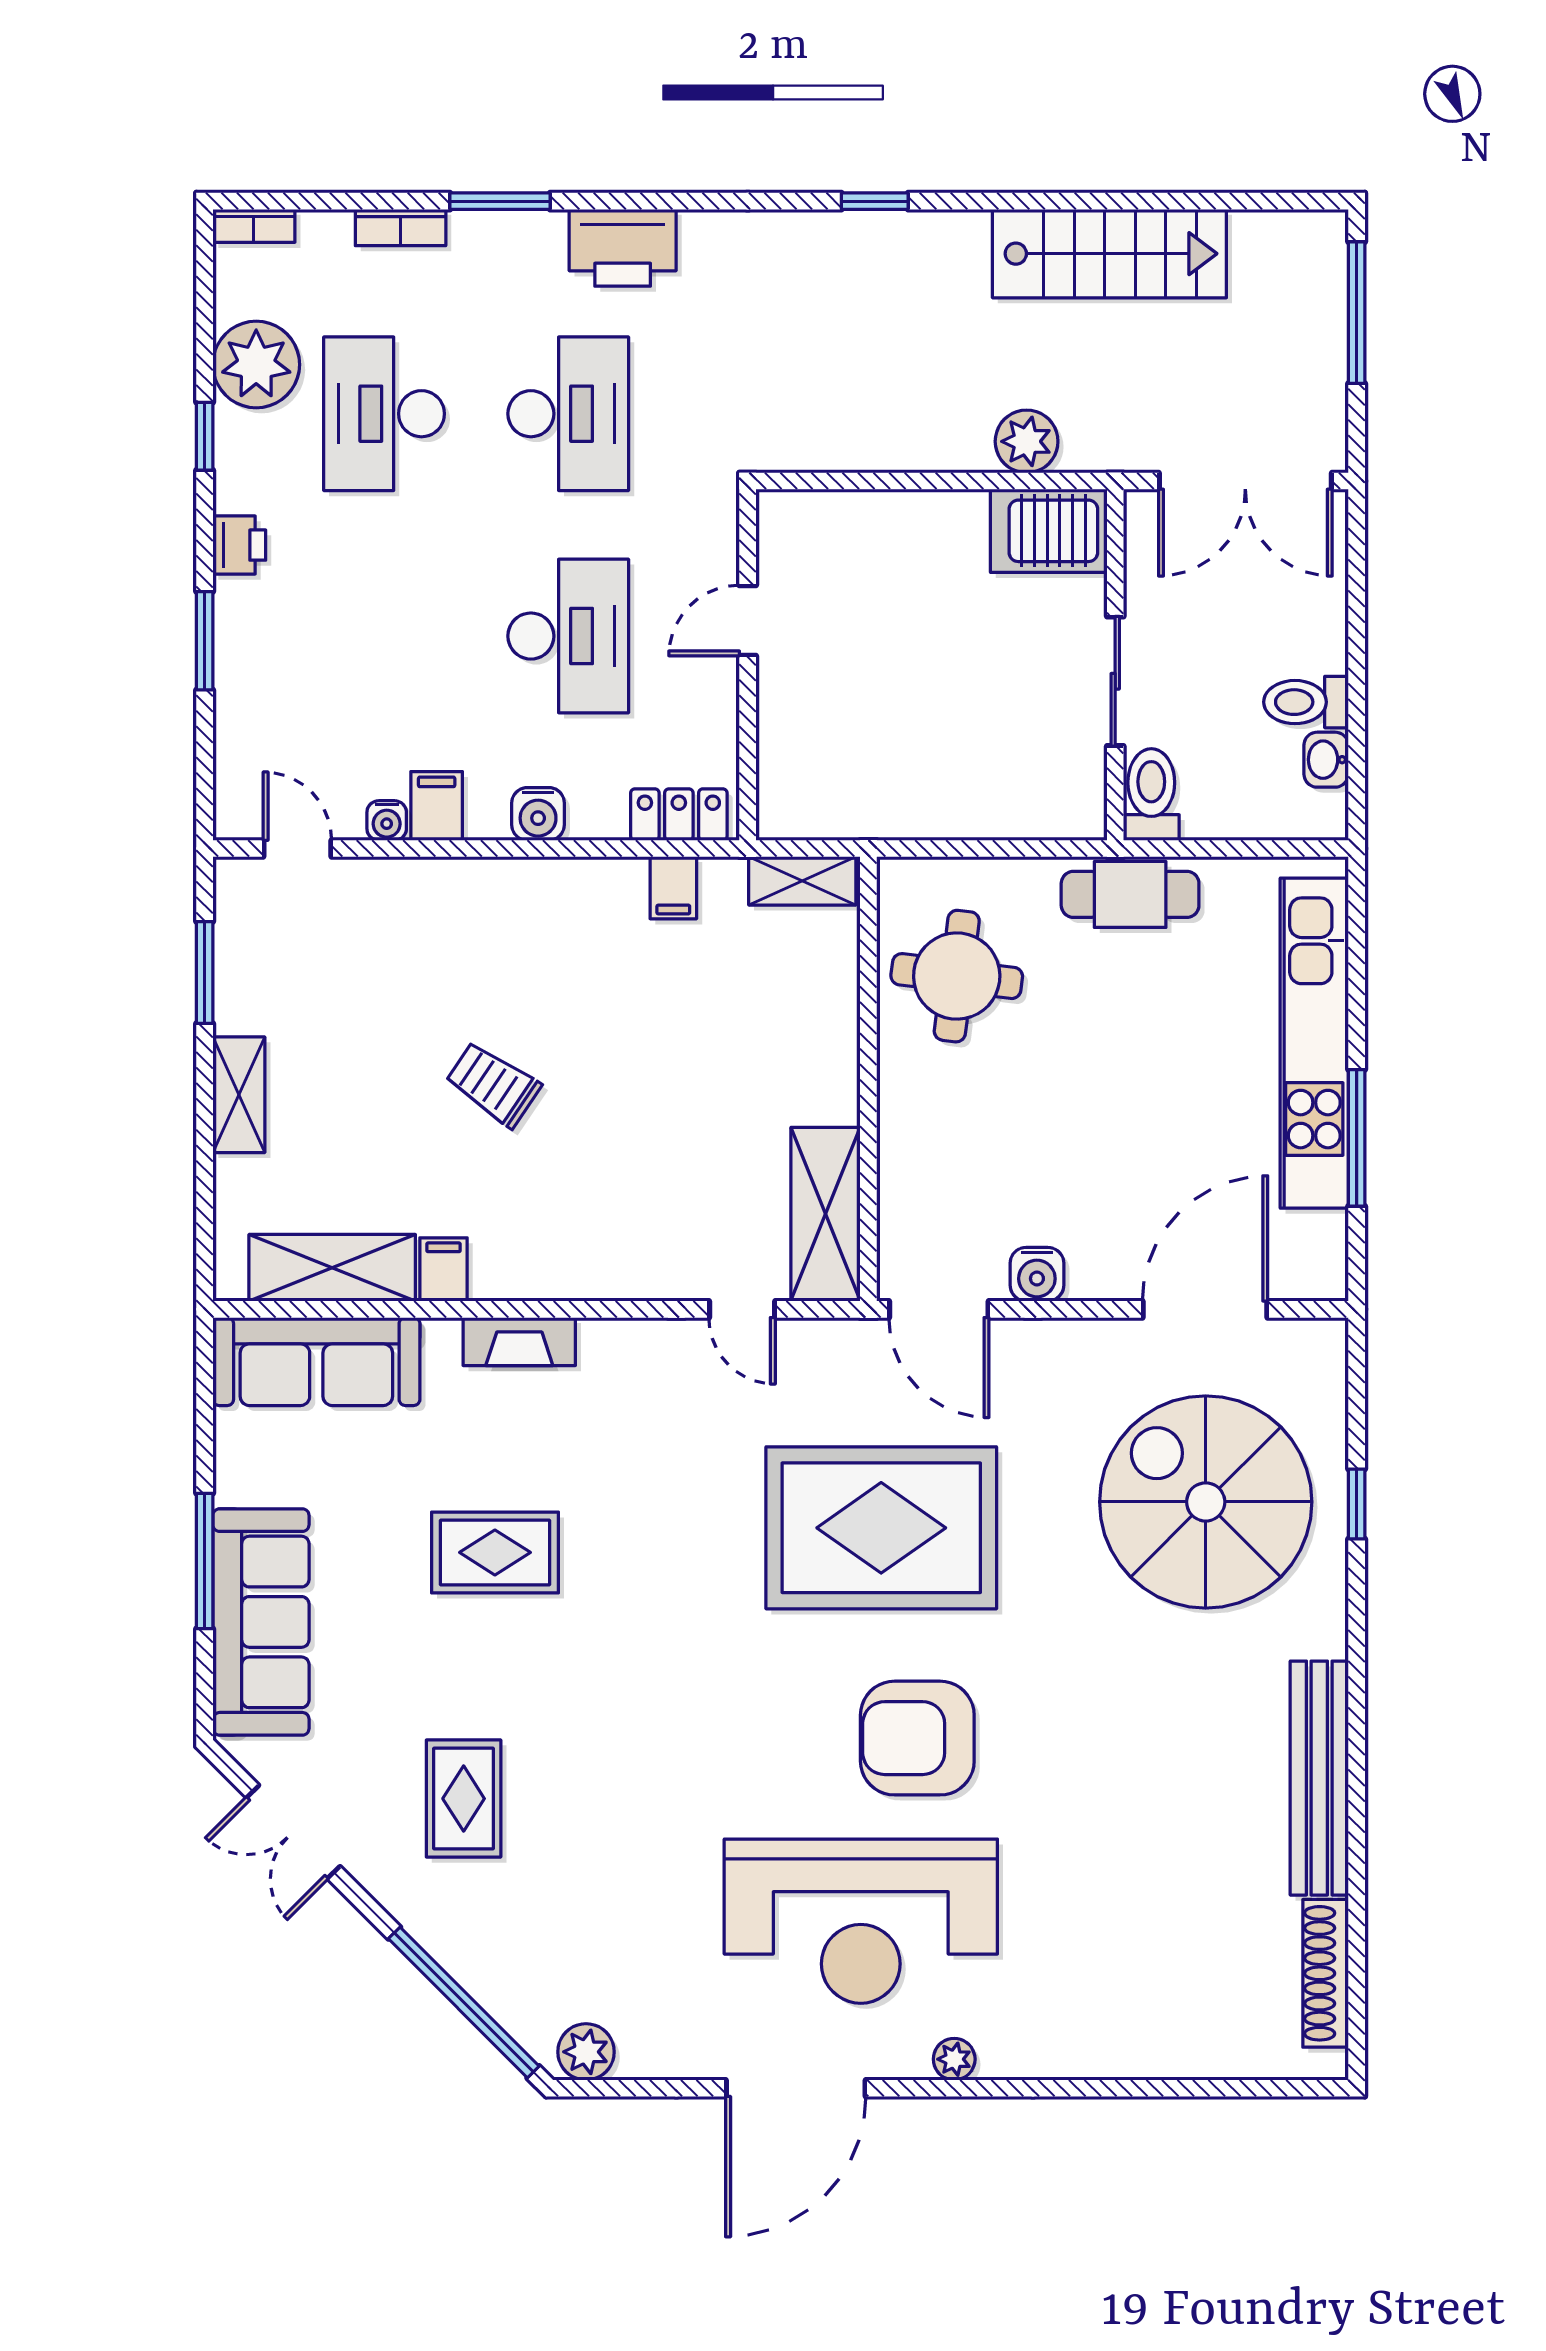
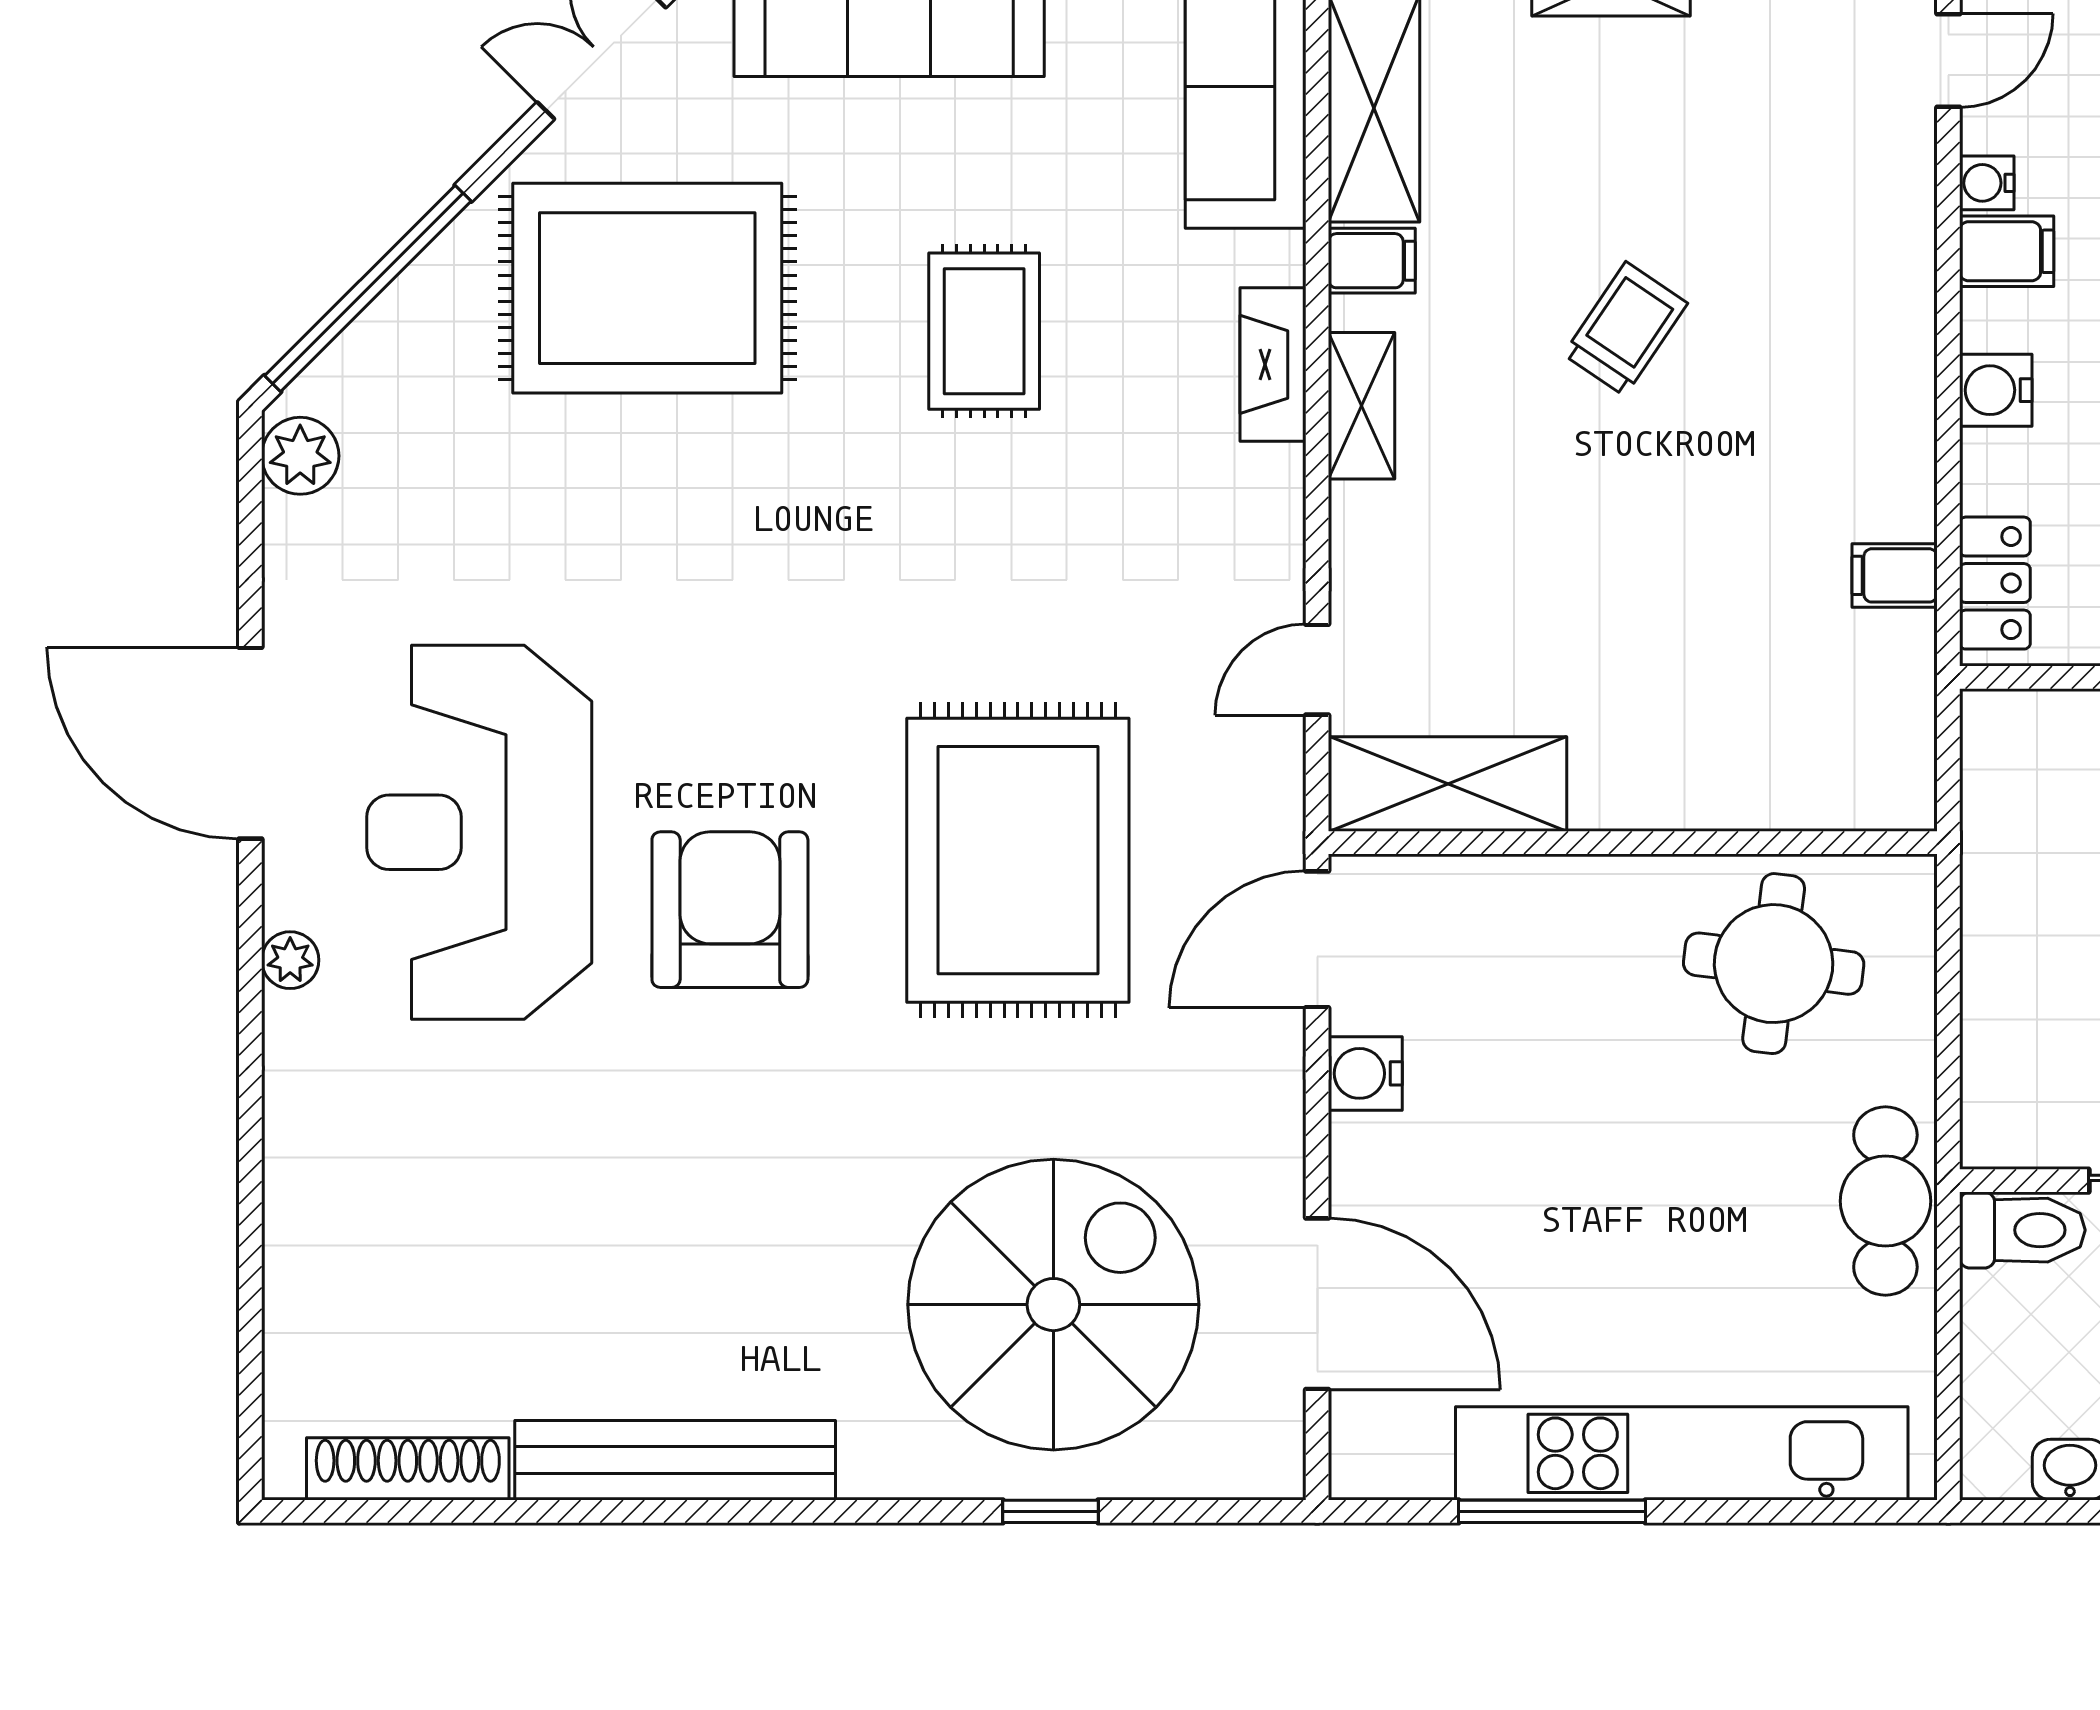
shelving: (802, 881) -> (1362, 406), moved
rug: (464, 1799) -> (647, 288), width x1.86, depth x2.06

